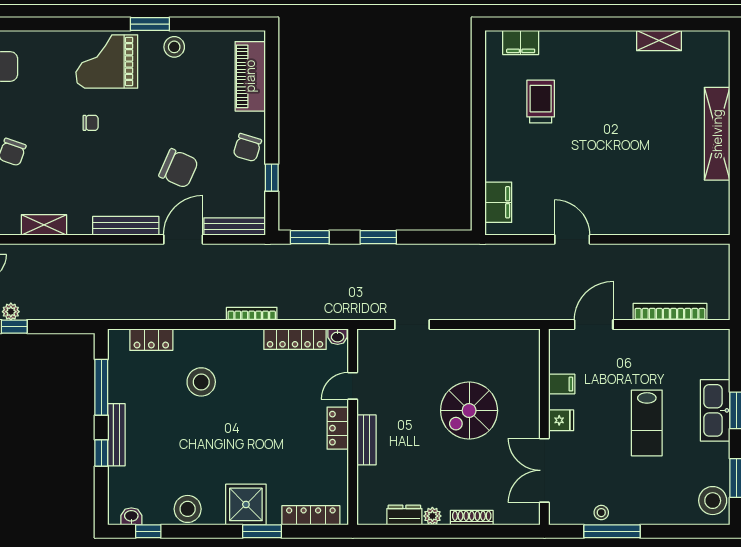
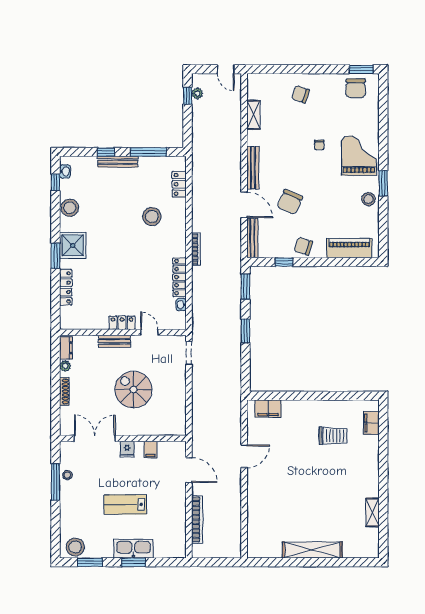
door: (353, 386) -> (149, 332), moved
wall: (353, 427) -> (123, 332), moved
locker: (338, 428) -> (122, 323), moved
bench: (366, 440) -> (114, 341), moved

